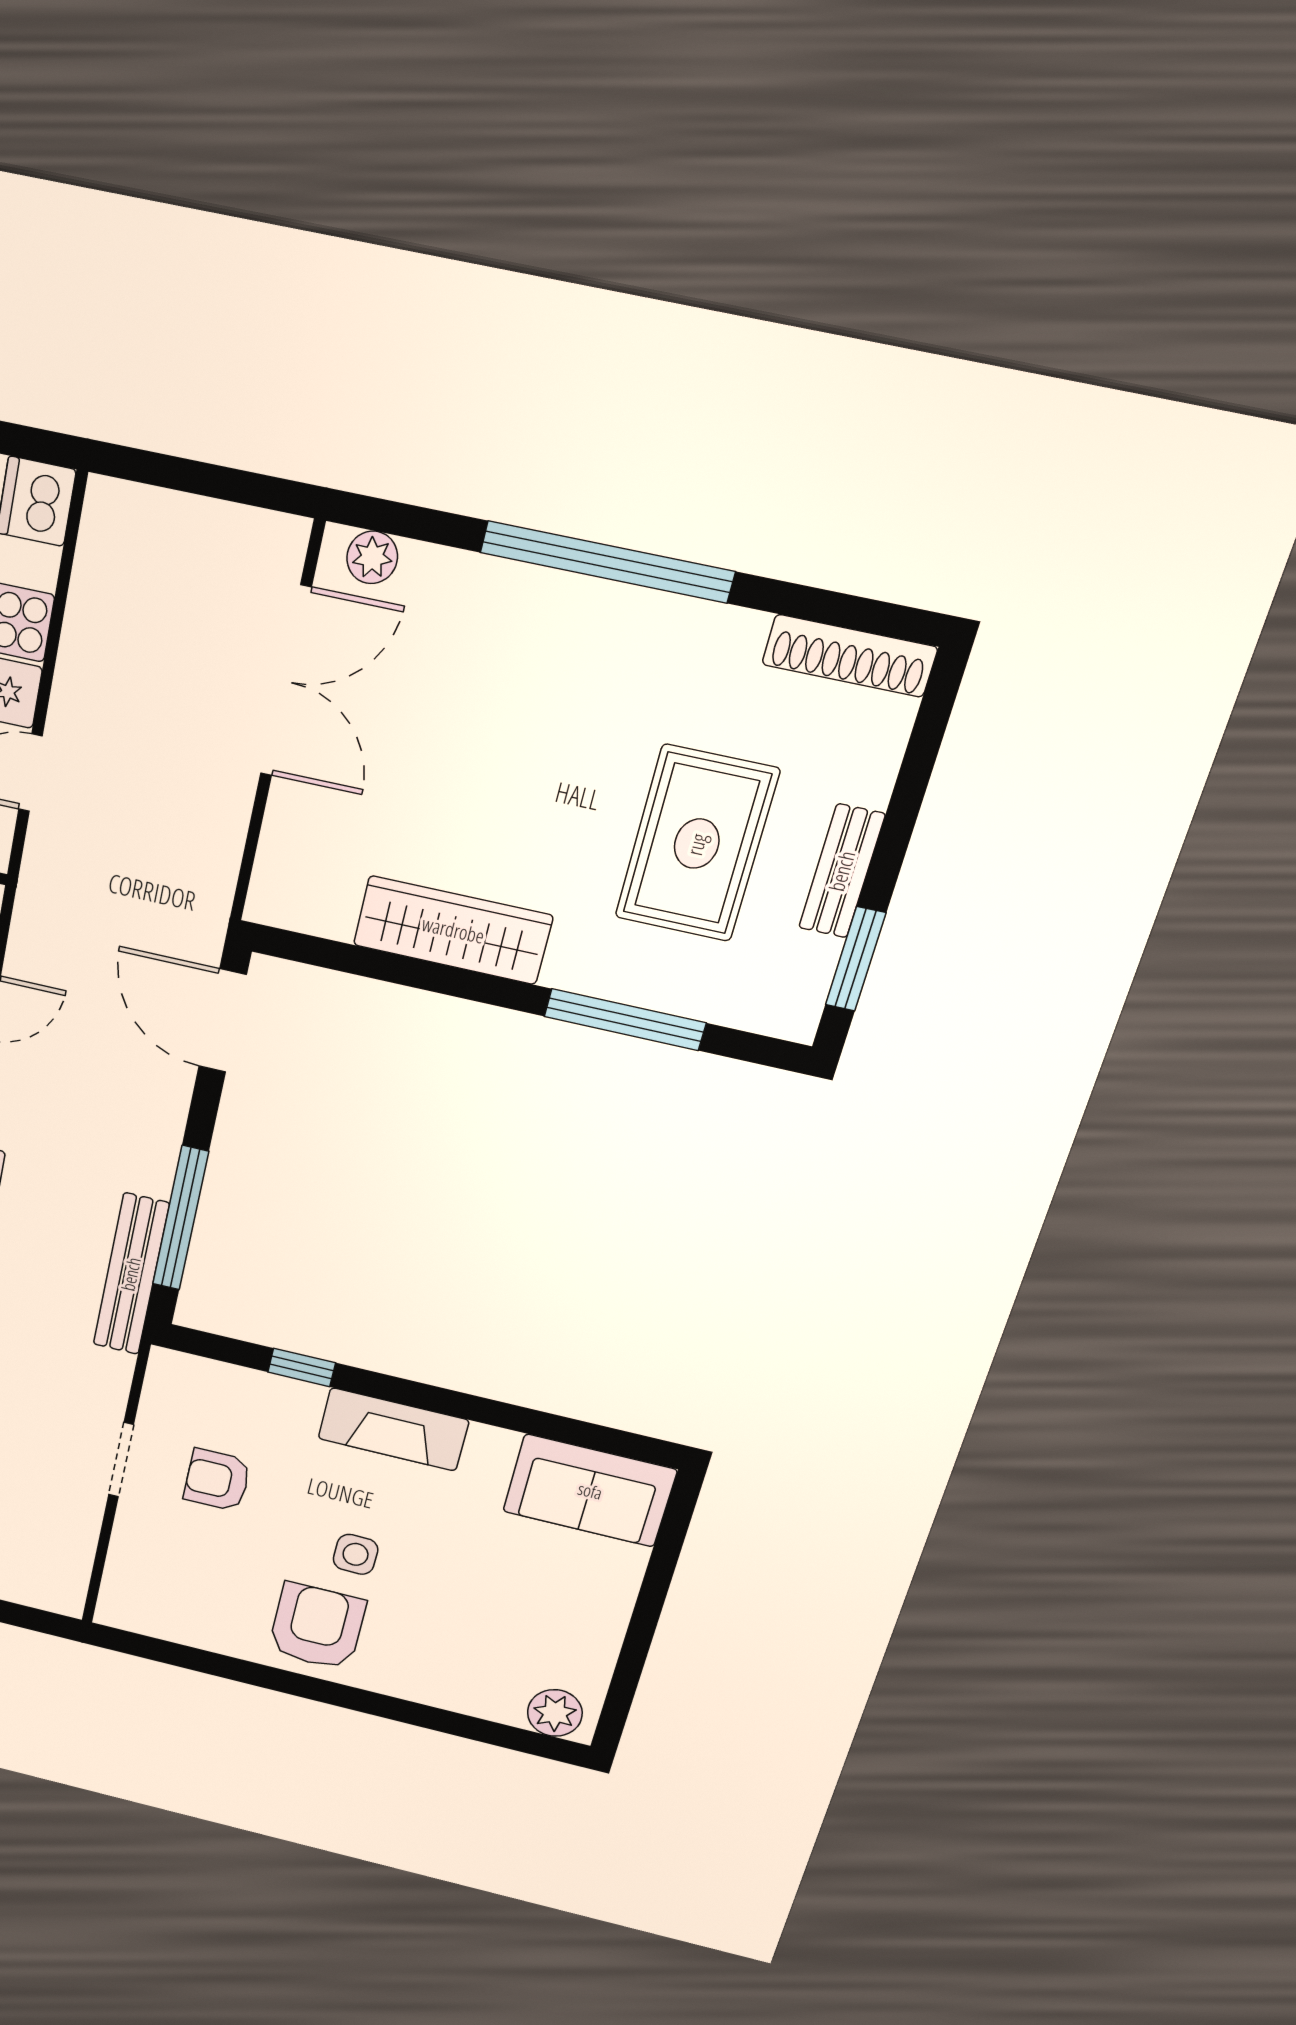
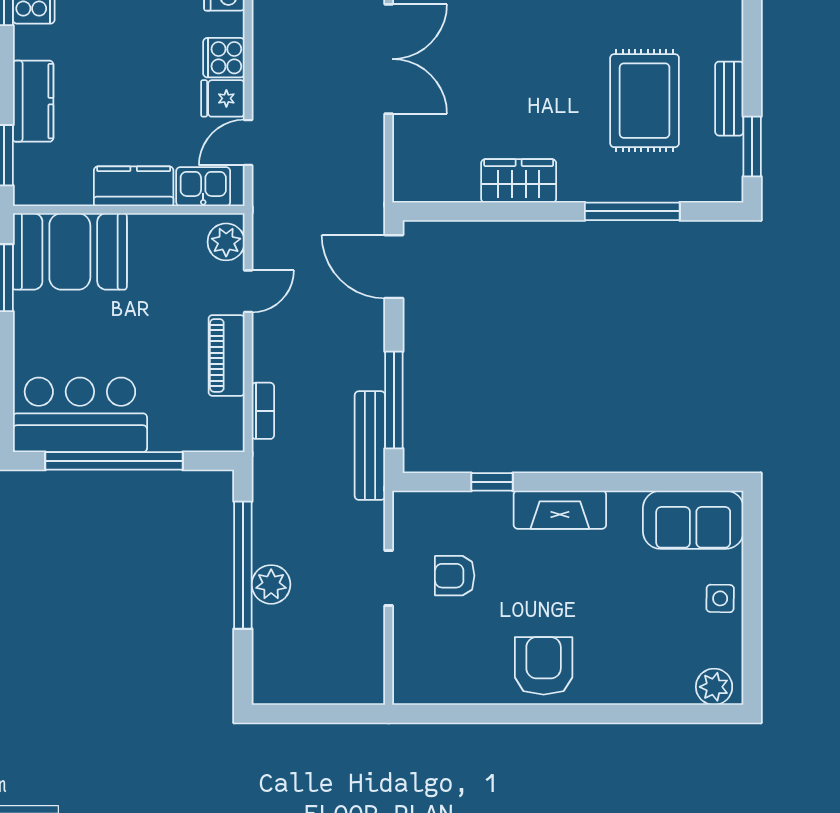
wardrobe: (453, 930) -> (519, 181), width x0.67
side table: (356, 1554) -> (720, 598), moved

